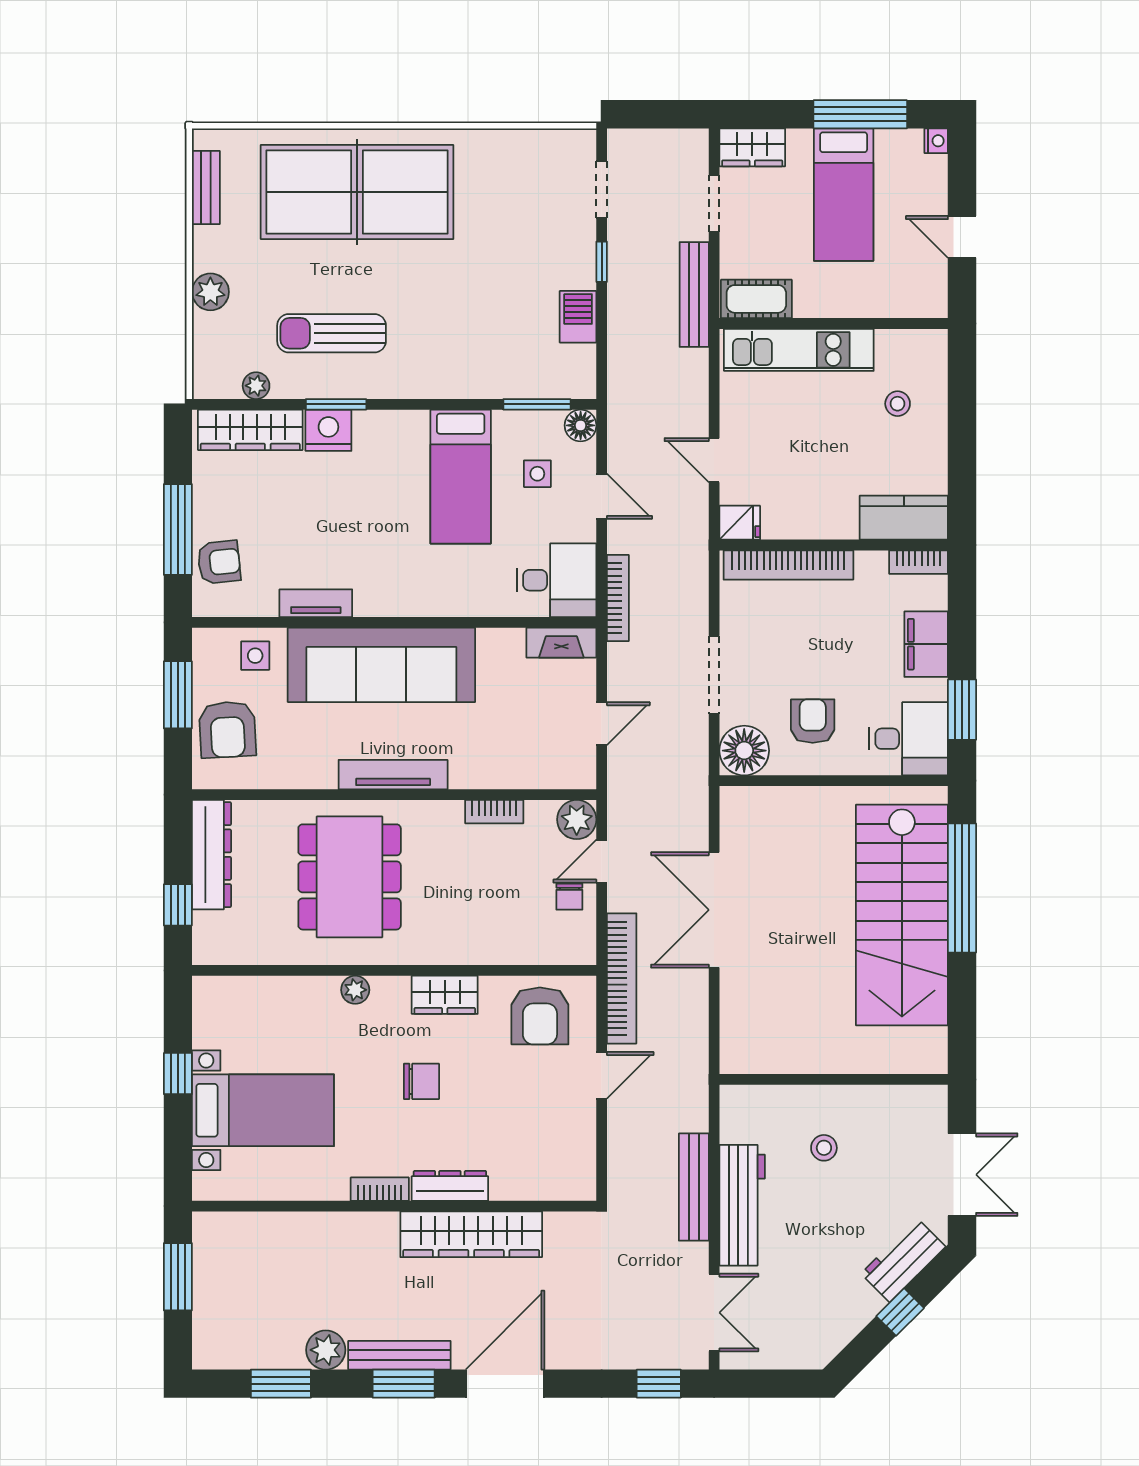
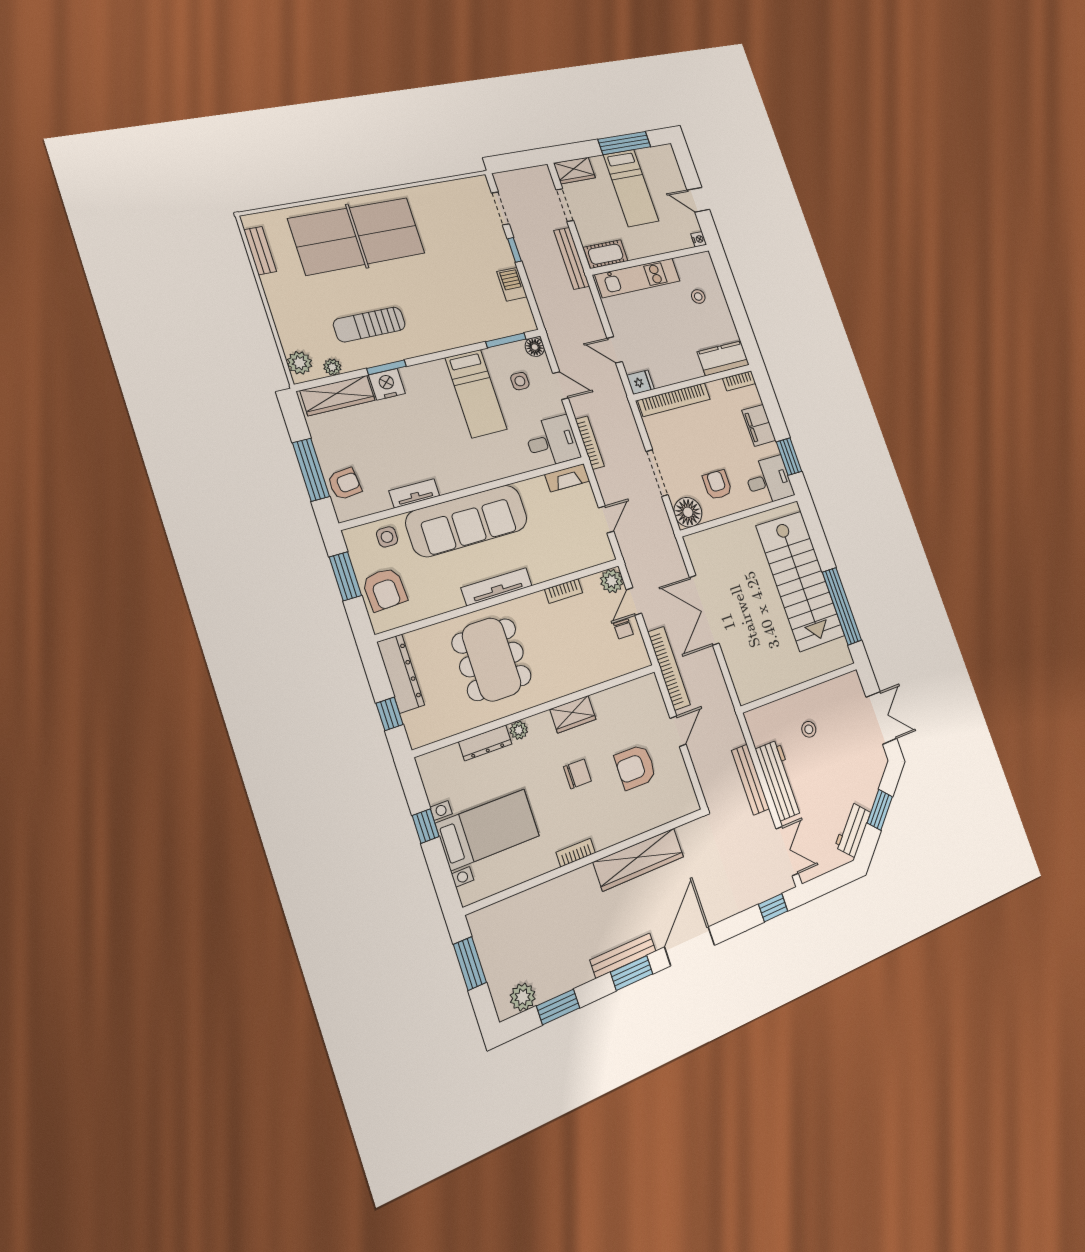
nightstand: (936, 141) -> (699, 239), moved
plant: (210, 292) -> (300, 363), moved
window: (962, 888) -> (842, 606), moved
armchair: (540, 1016) -> (635, 767), moved, turned 90
dresser: (450, 1186) -> (485, 743), moved, turned 180
workbench: (903, 1260) -> (853, 830), moved
window: (900, 1312) -> (880, 810), width x1.50
plant: (326, 1350) -> (523, 997), moved

